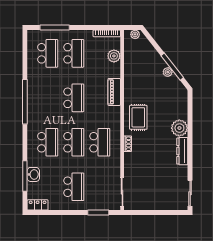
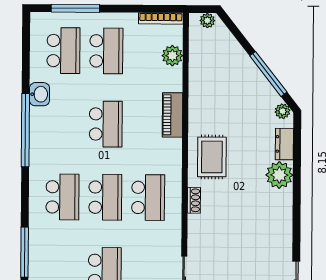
plant: (168, 72) -> (283, 111), moved
dresser: (182, 151) -> (284, 144), moved, width x0.70
washbasin: (33, 174) -> (39, 94), moved

